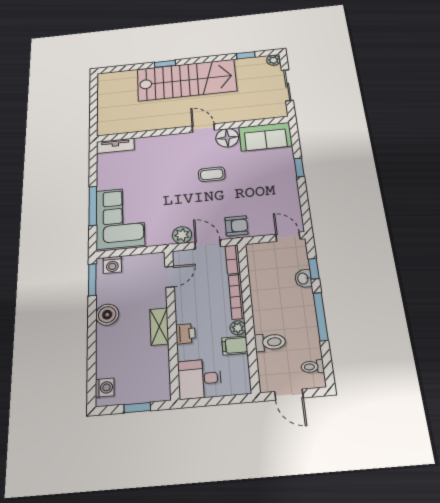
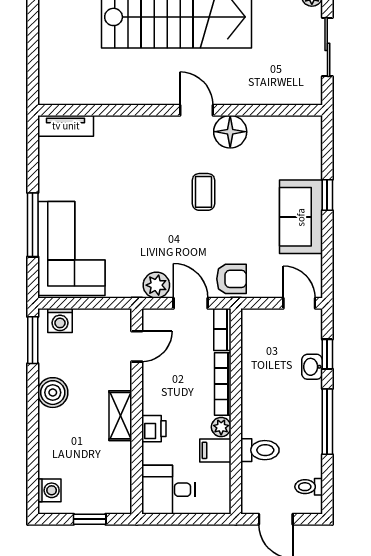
sofa: (265, 137) -> (301, 217), moved, turned 90
coffee table: (212, 174) -> (204, 192), turned 90

